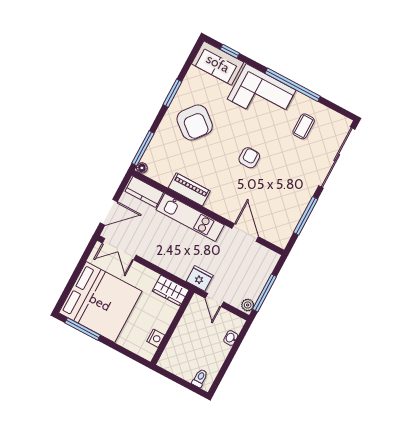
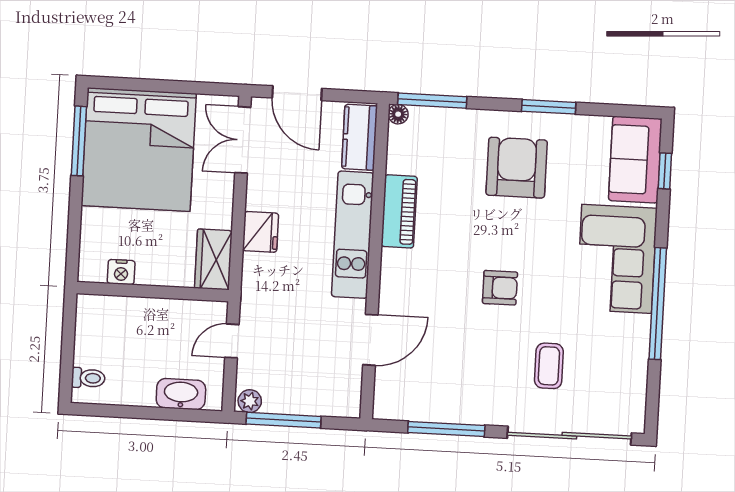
armchair: (195, 122) -> (517, 168), turned 141
coffee table: (304, 126) -> (549, 366), moved, turned 90
fridge: (200, 278) -> (261, 232), moved
washbasin: (231, 338) -> (181, 394), width x1.91, depth x1.45

